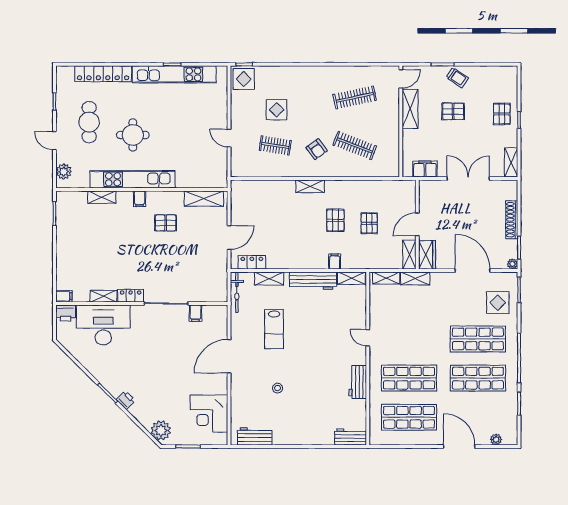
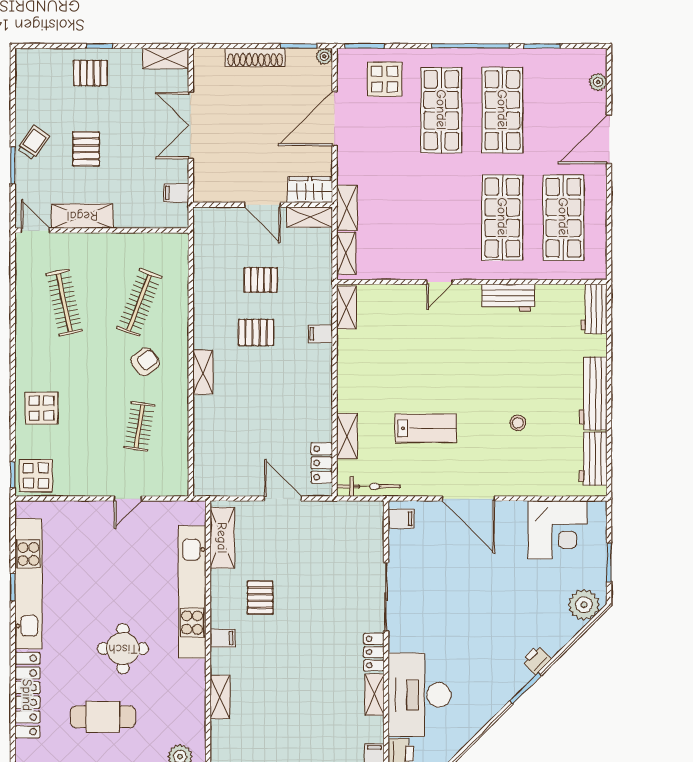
display table: (277, 110) -> (42, 408), moved
filing cabinet: (425, 169) -> (176, 193), width x0.50
kitchen unit: (133, 179) -> (192, 592), moved
workbench: (313, 281) -> (593, 394), moved, turned 180
filing cabinet: (195, 313) -> (401, 519), moved

